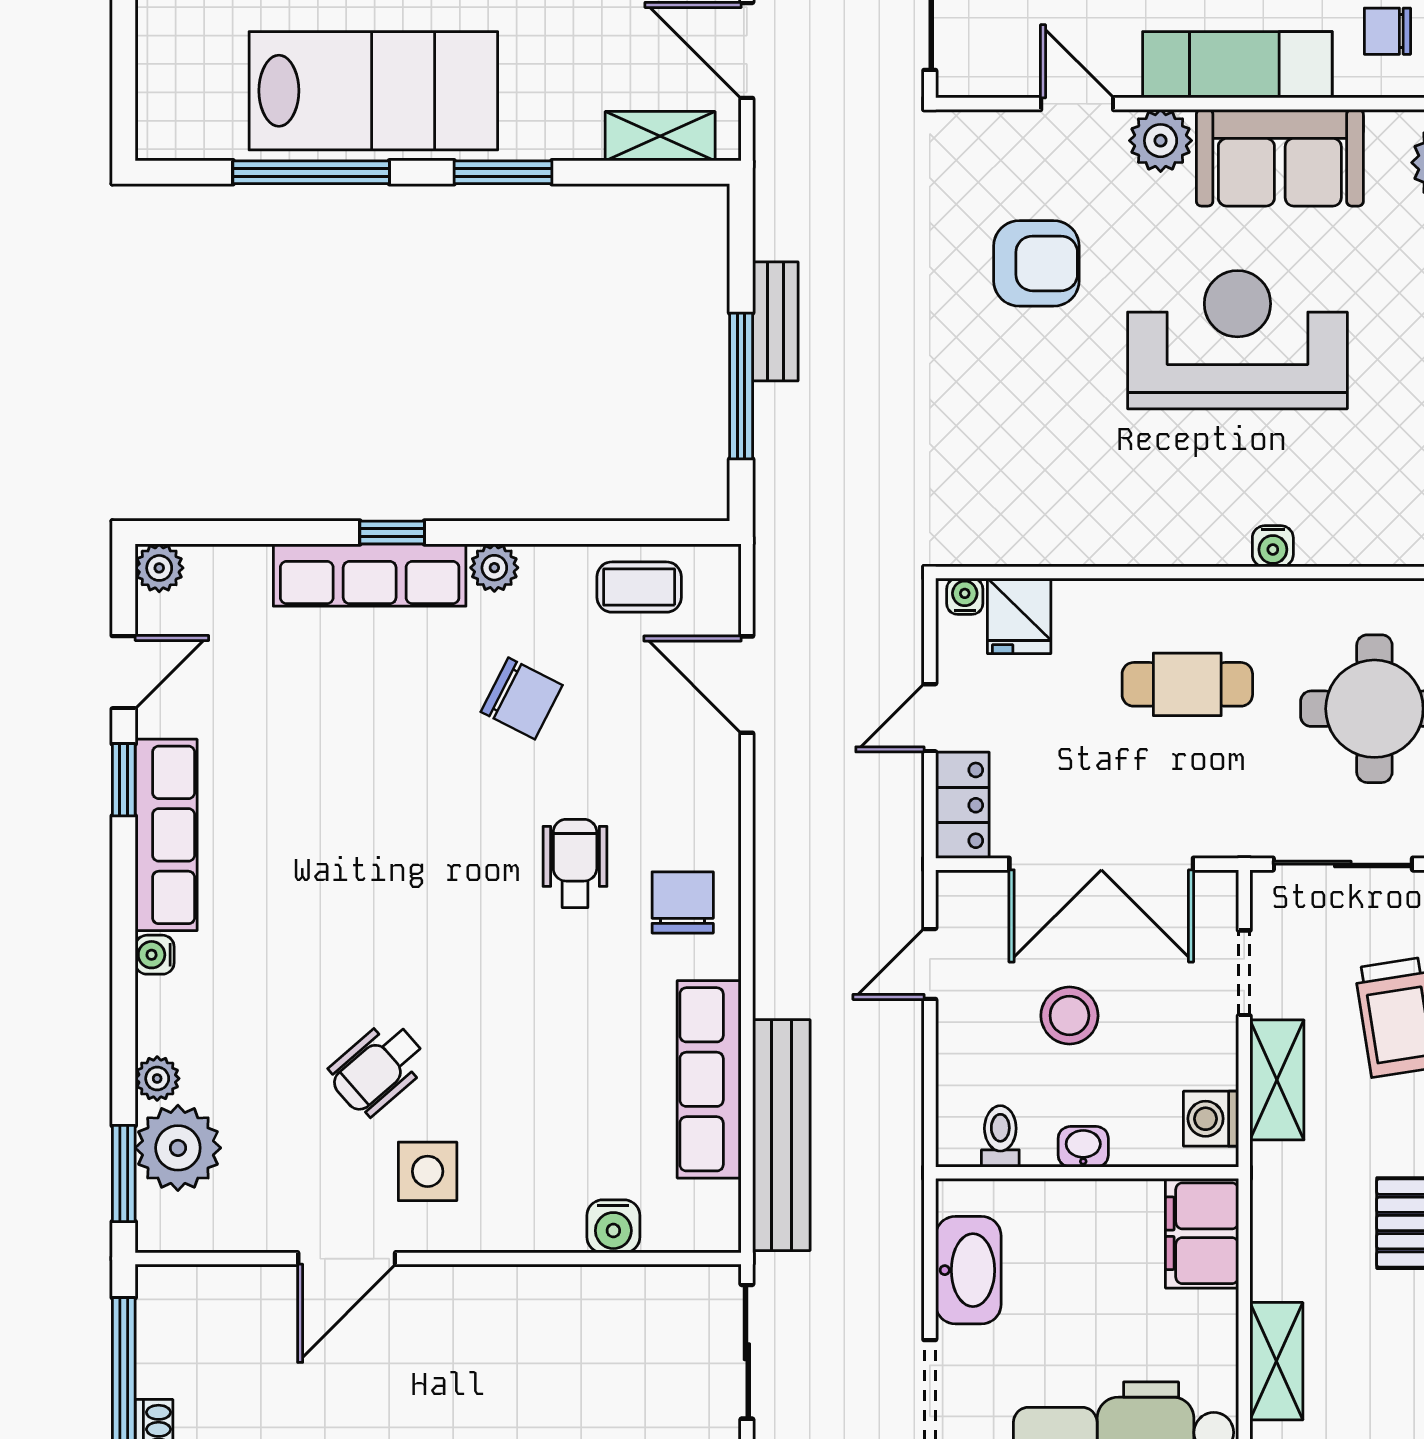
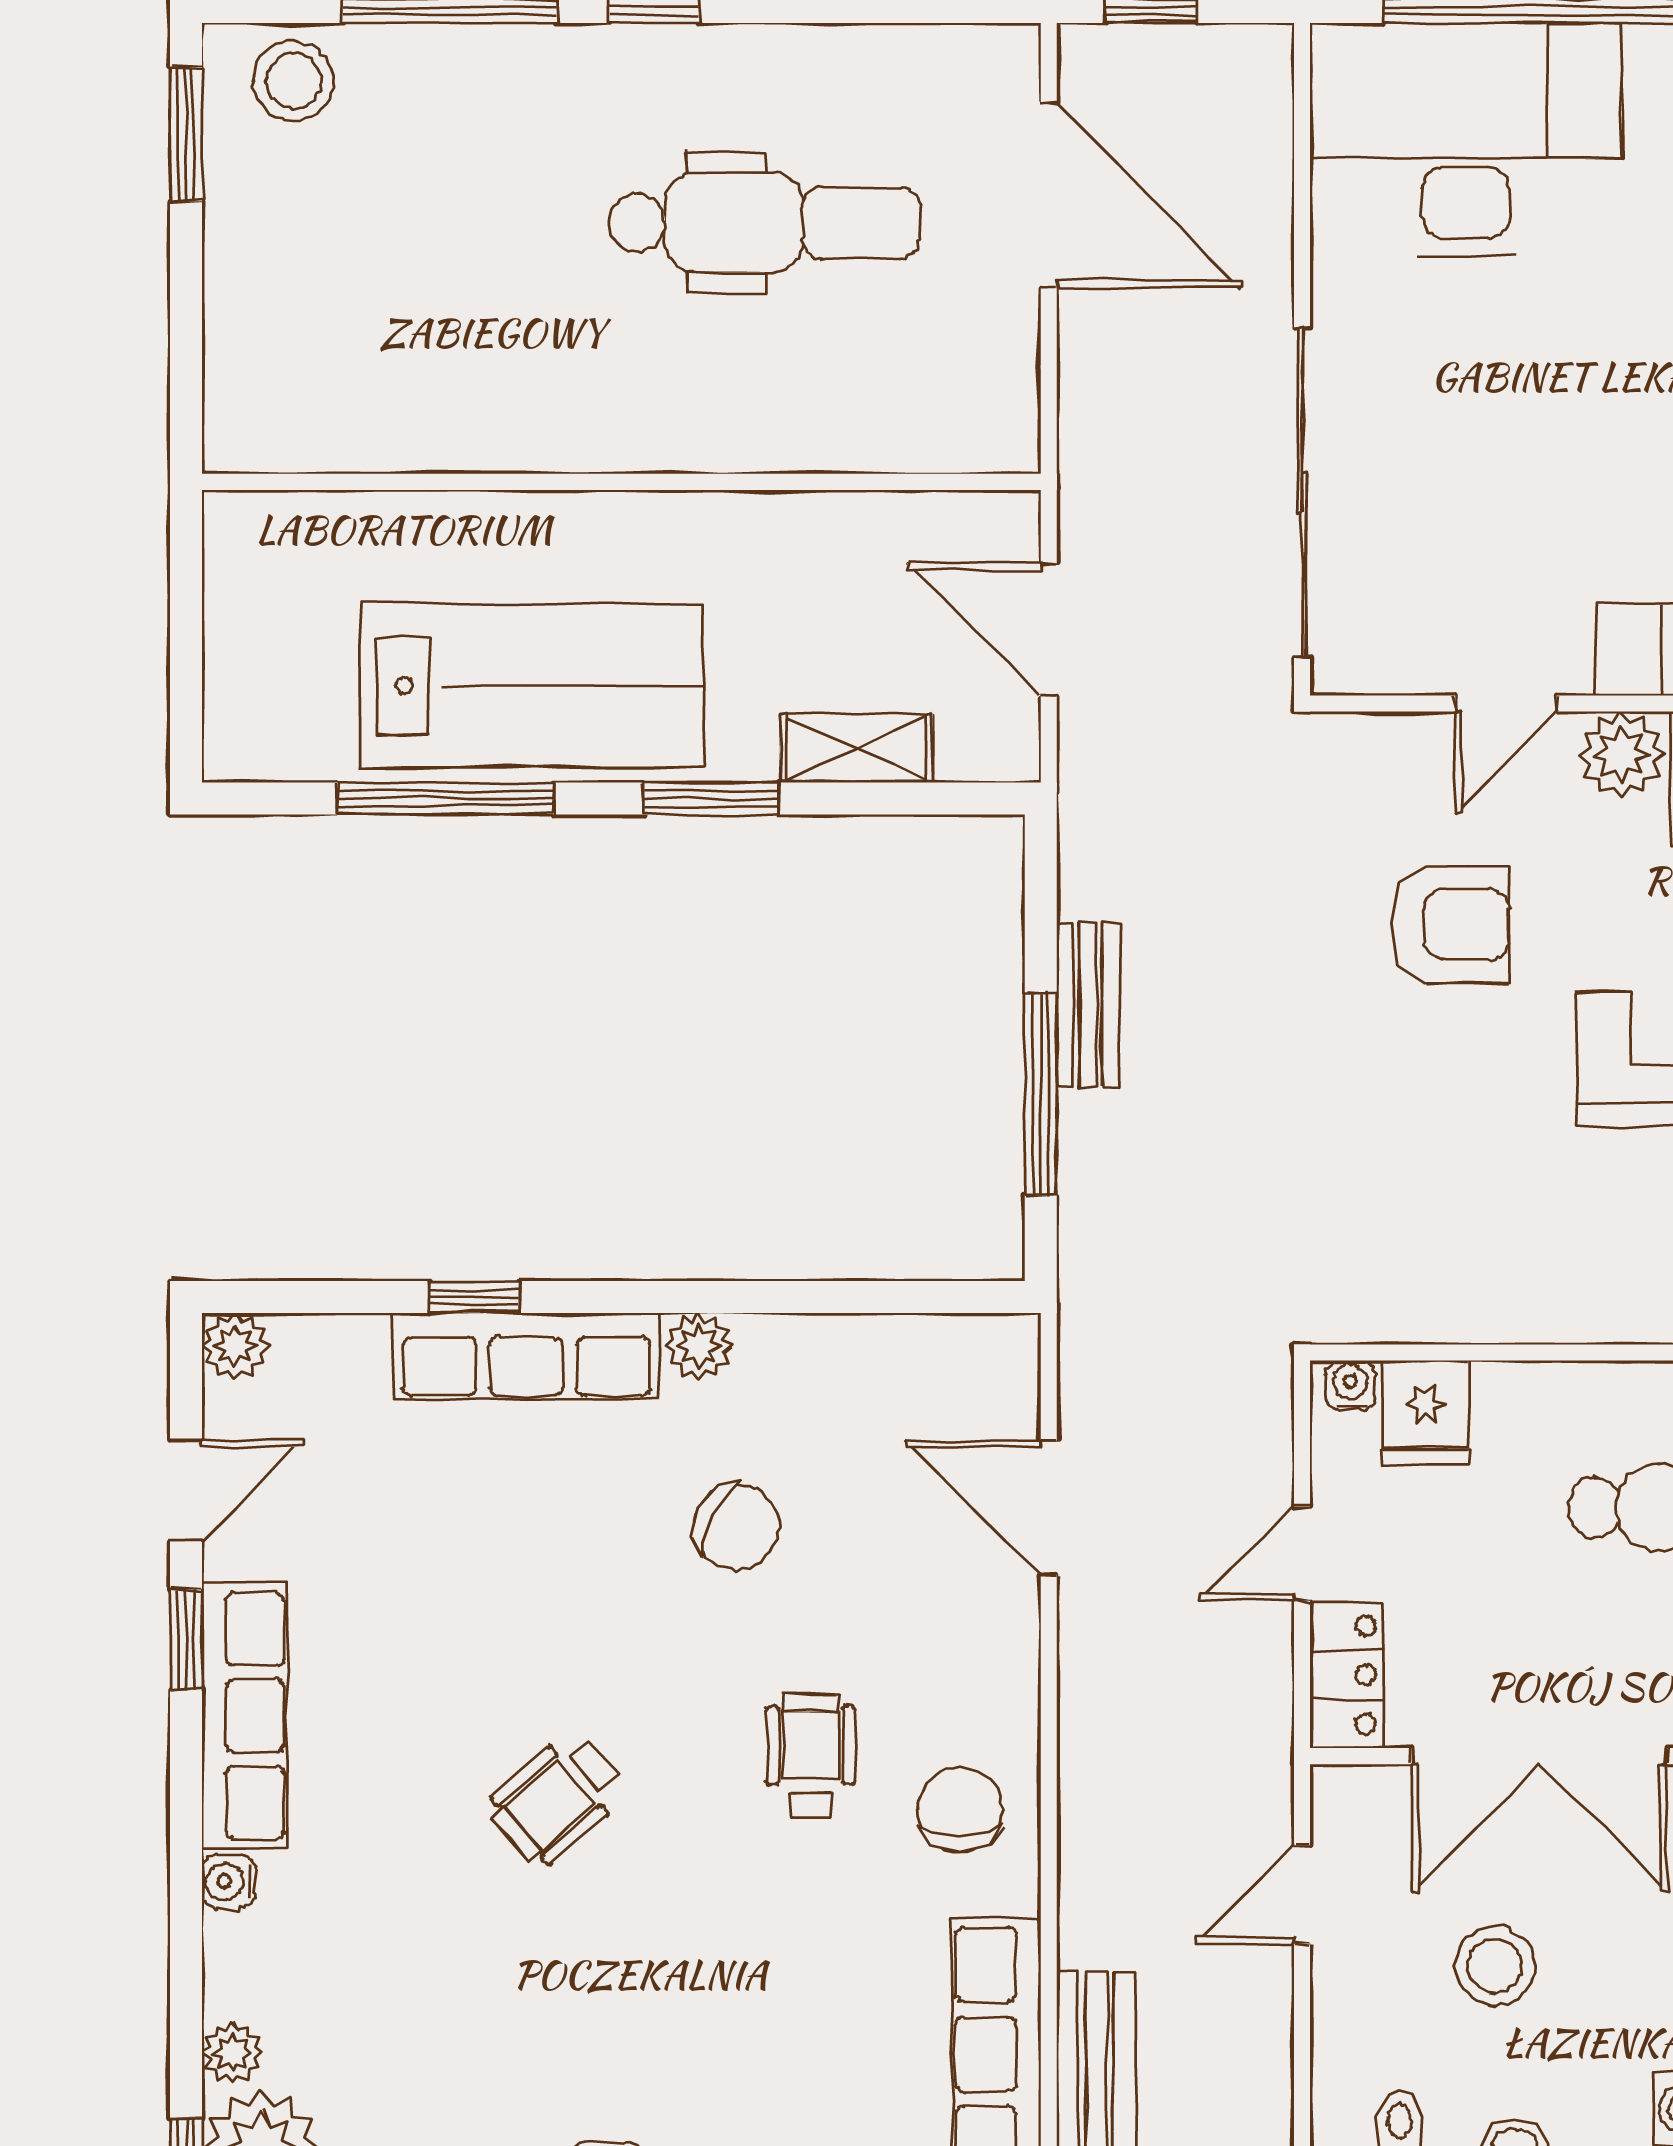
door: (1077, 104) -> (1506, 703), swing flipped
shelving: (660, 136) -> (856, 748), moved
window: (392, 532) -> (474, 1297), moved
coffee table: (639, 587) -> (900, 1373), removed
wheelchair: (378, 1068) -> (557, 1799), moved

